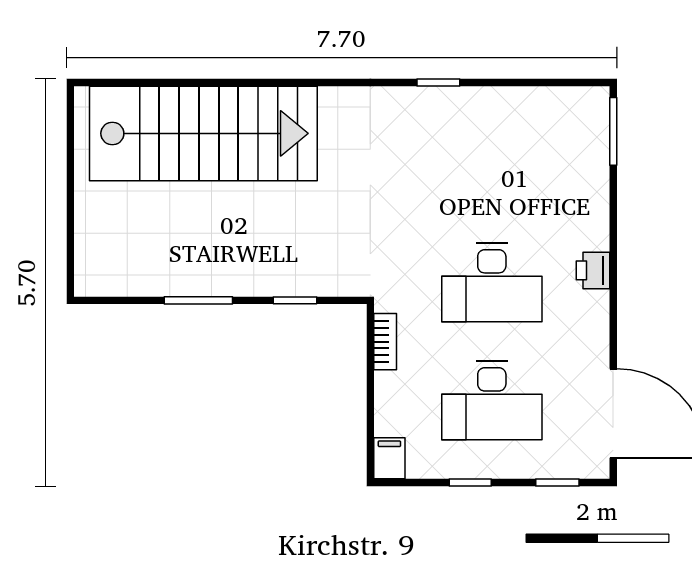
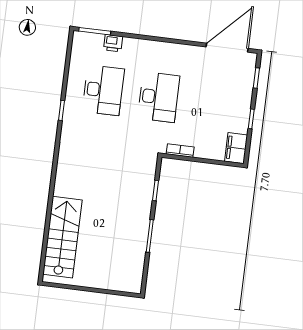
stairs: (203, 133) -> (62, 237), width x0.73, depth x0.66
printer: (593, 270) -> (113, 43), moved
desk: (492, 401) -> (103, 90), moved
filing cabinet: (389, 458) -> (236, 148), width x2.00

